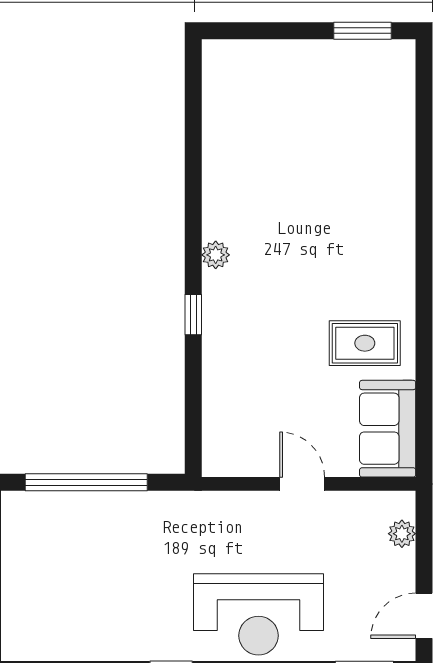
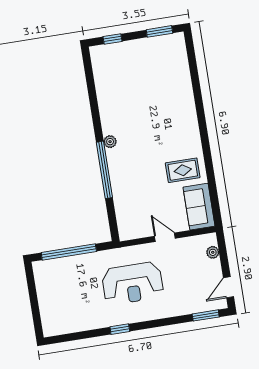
window: (257, 31) -> (113, 39), added
window: (193, 315) -> (104, 170), width x3.17
reception desk: (258, 614) -> (133, 283), moved

